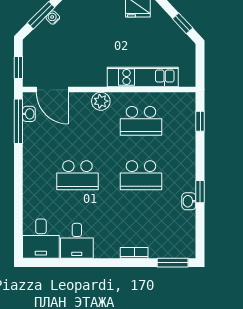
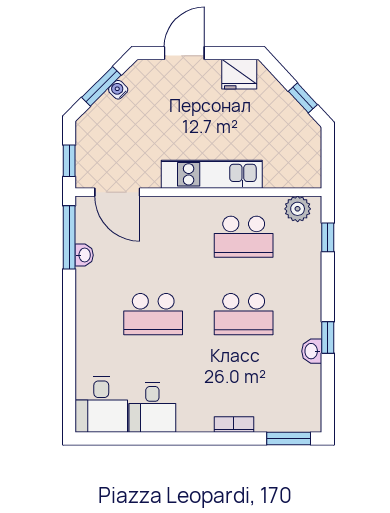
kitchen unit: (143, 77) -> (212, 174), moved
plant: (101, 101) -> (298, 209), moved
washbasin: (29, 114) -> (84, 255), moved

